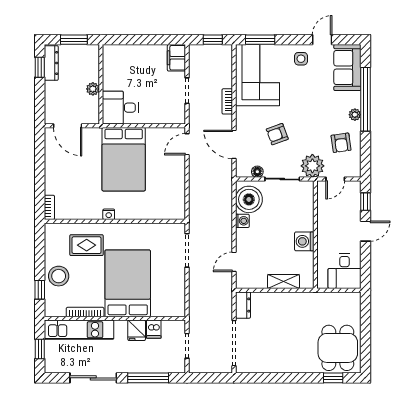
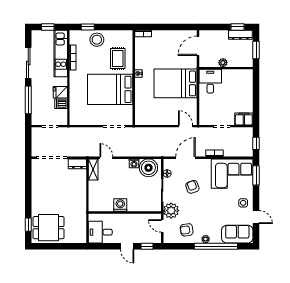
shelving: (283, 282) -> (93, 169), moved
bed: (128, 283) -> (110, 89), moved, turned 180

